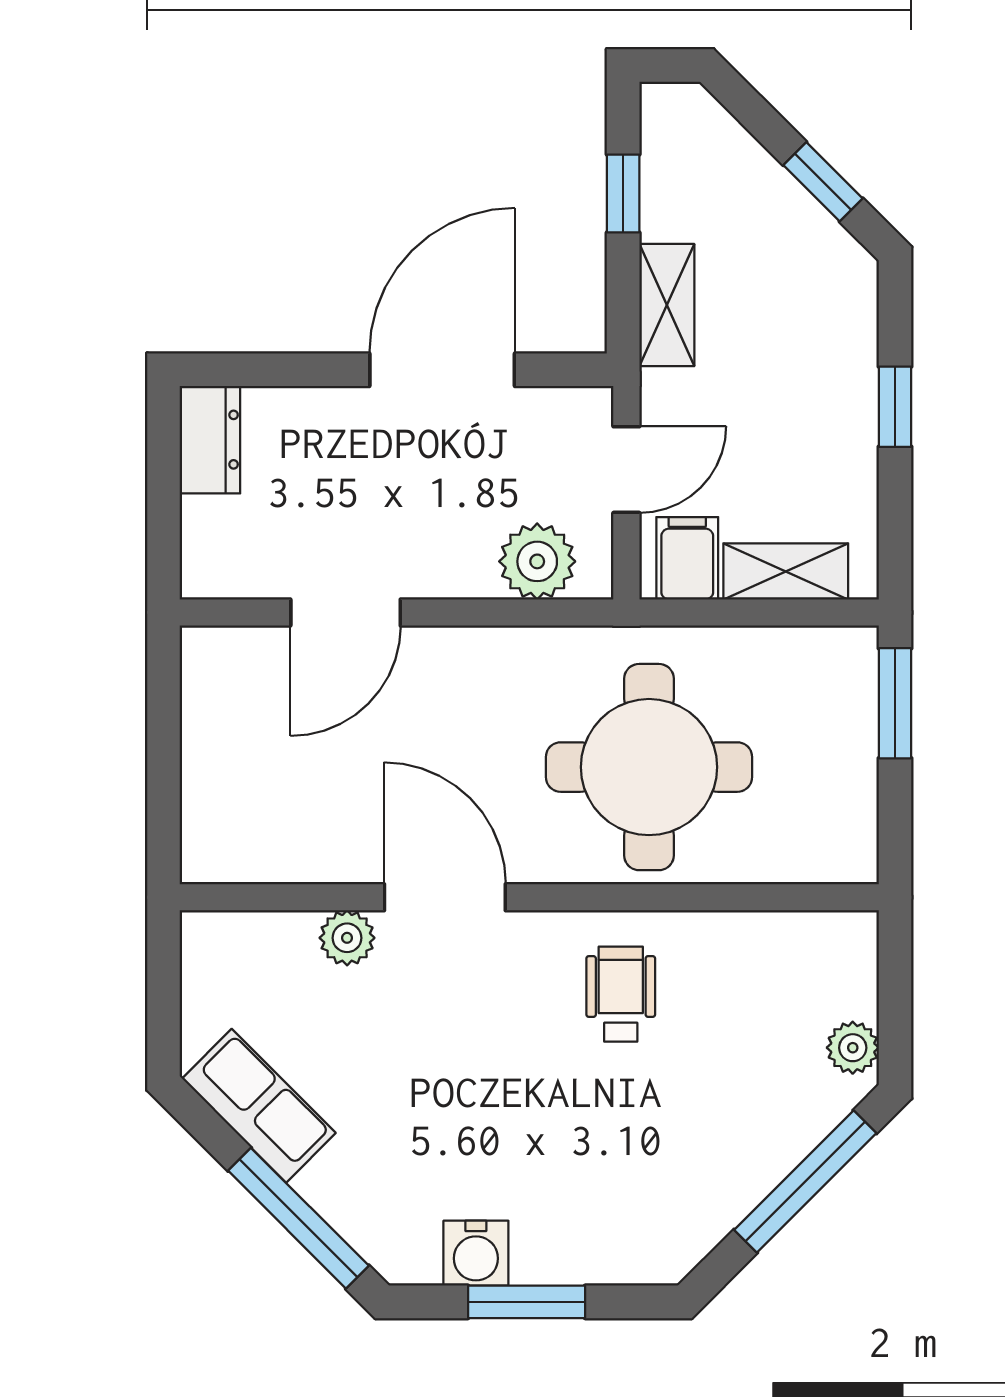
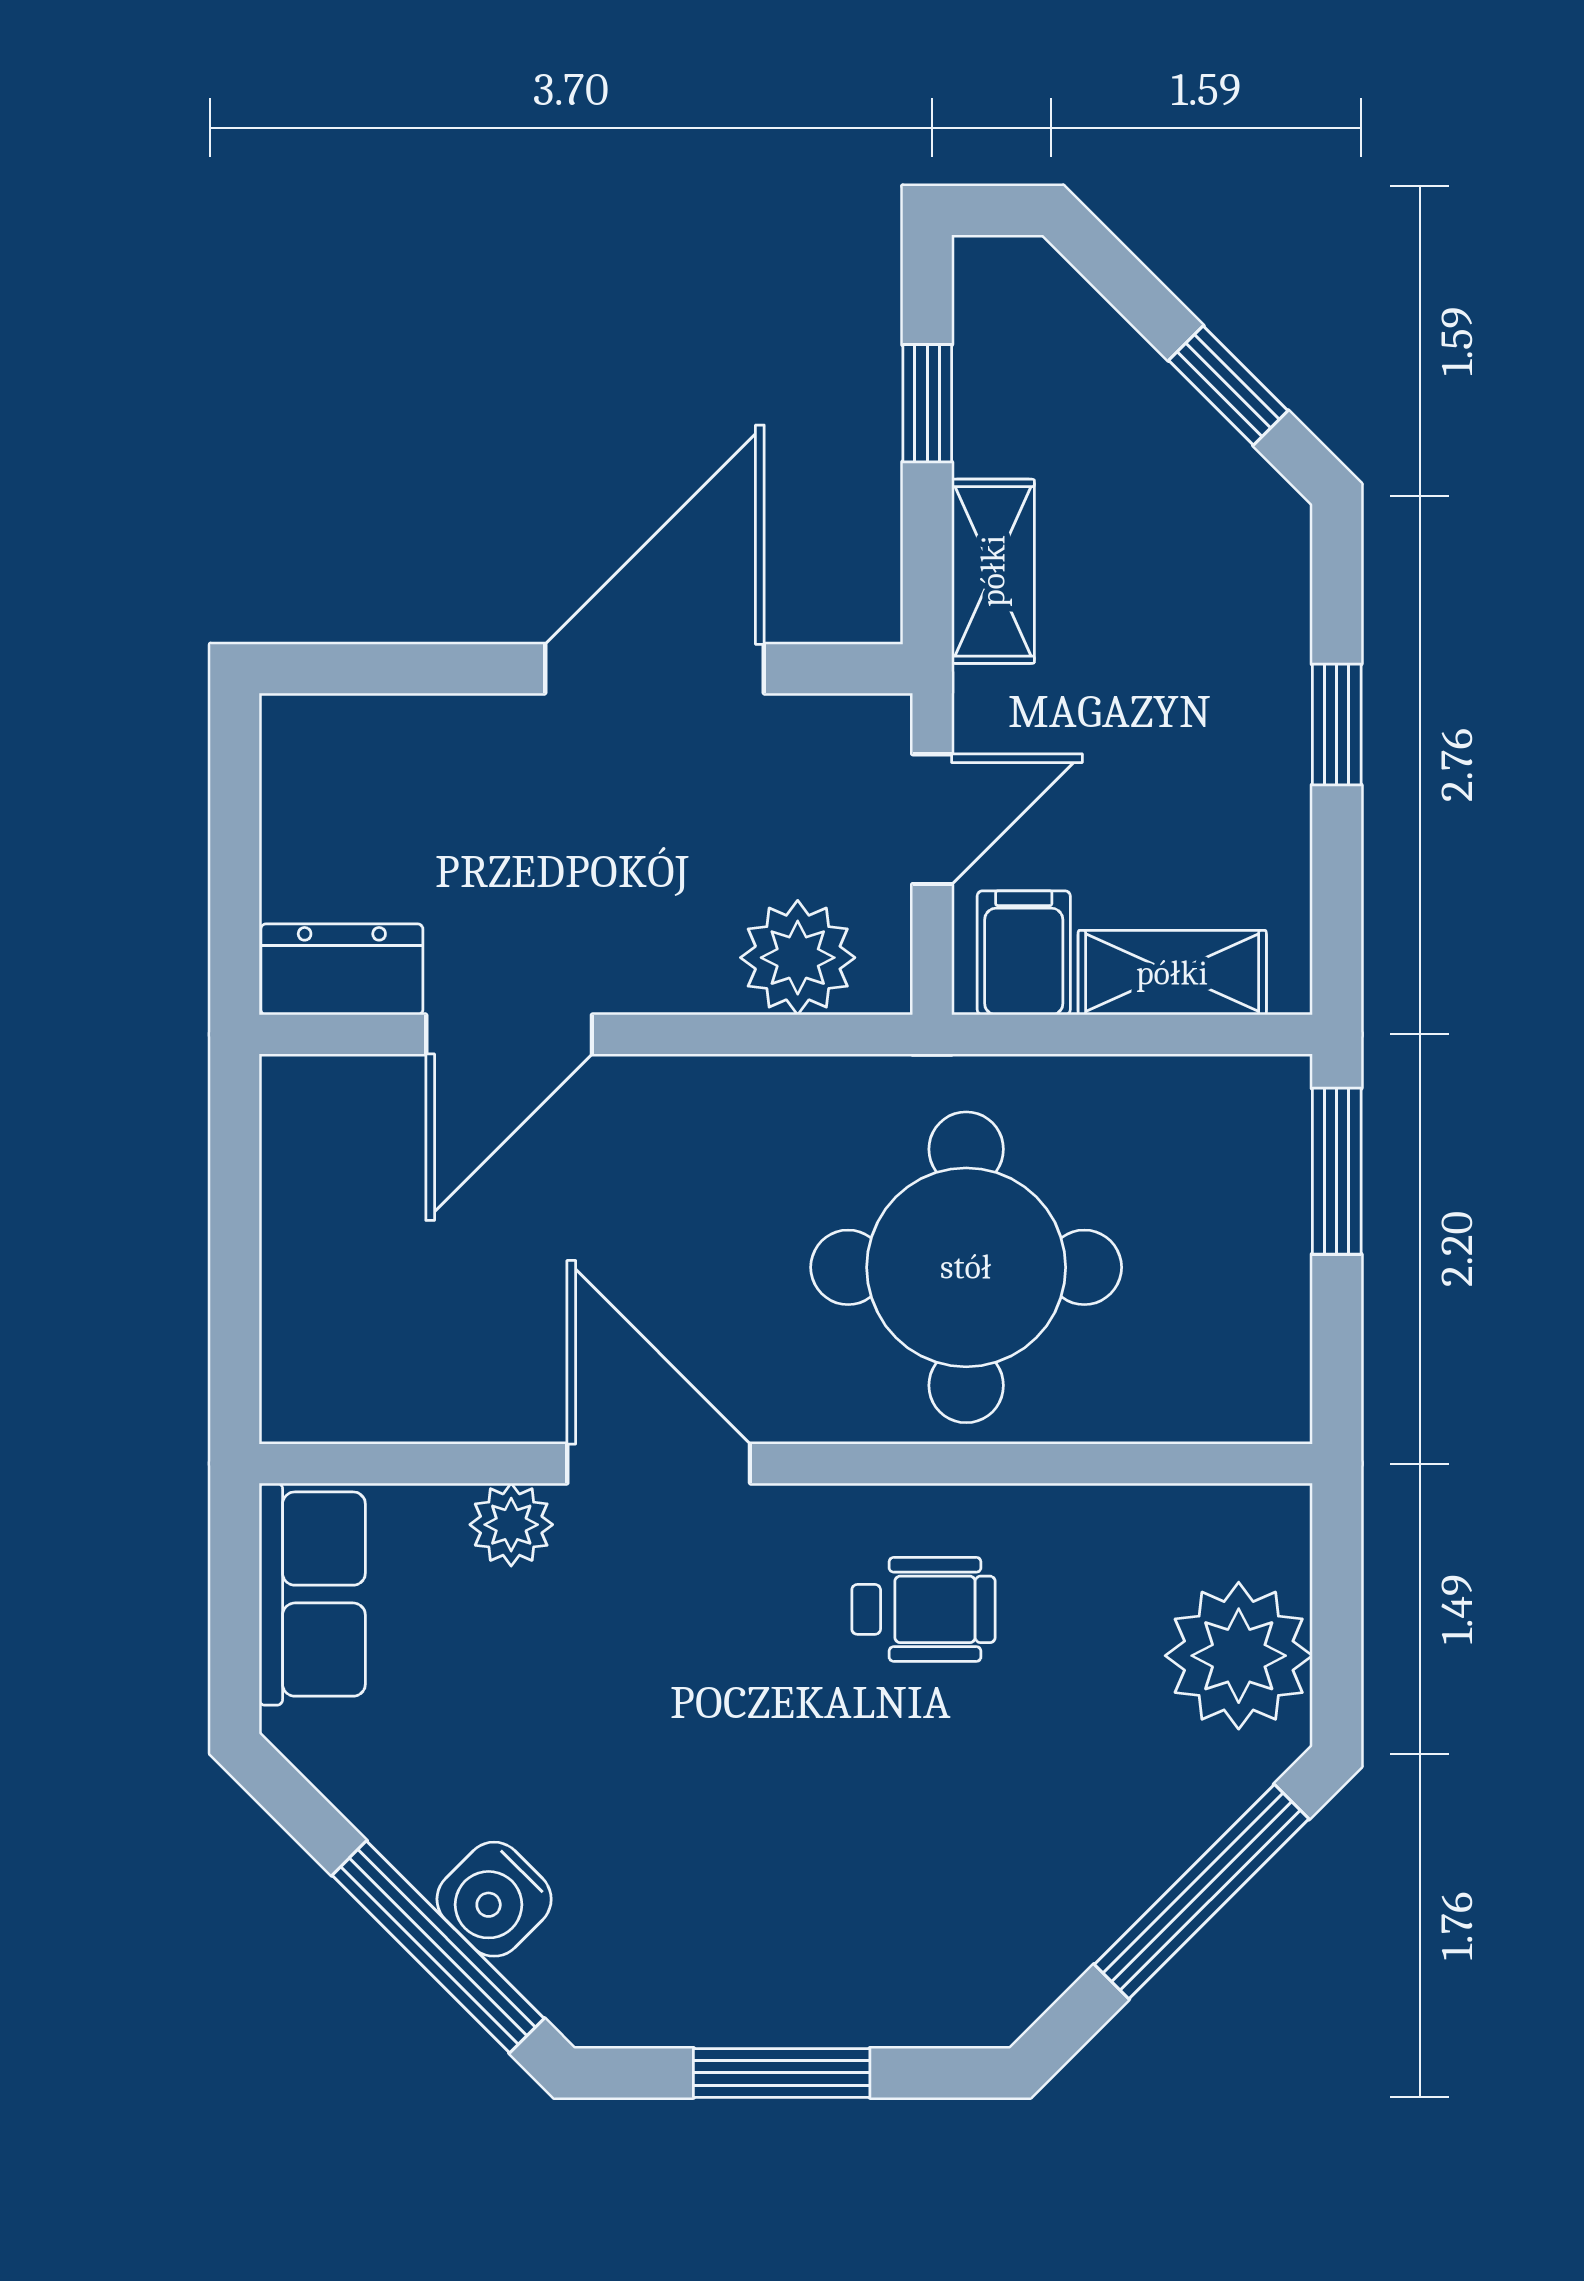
dresser: (210, 440) -> (342, 969), moved, turned -90
wheelchair: (621, 994) -> (924, 1609), turned 90
plant: (853, 1048) -> (1239, 1656), width x1.87, depth x1.87
row of seats: (259, 1106) -> (312, 1594), moved, turned 45
water cooler: (476, 1253) -> (494, 1899), moved, turned 45

